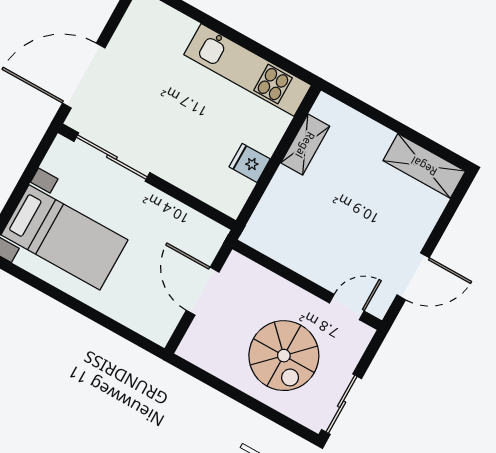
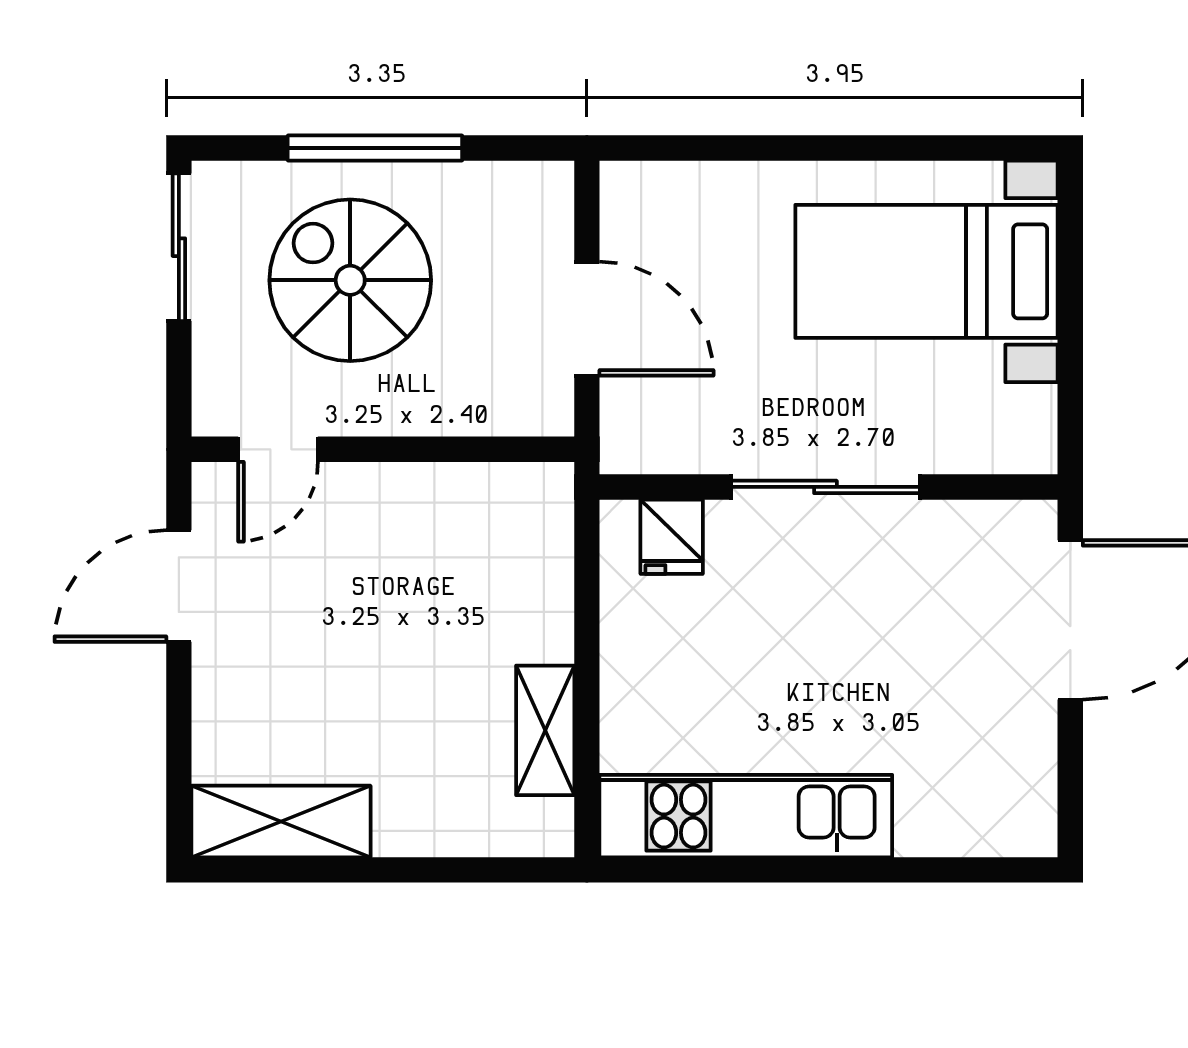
sliding door: (112, 157) -> (825, 487), moved
fridge: (250, 163) -> (672, 537), moved, turned 90
window: (247, 400) -> (375, 148), added

